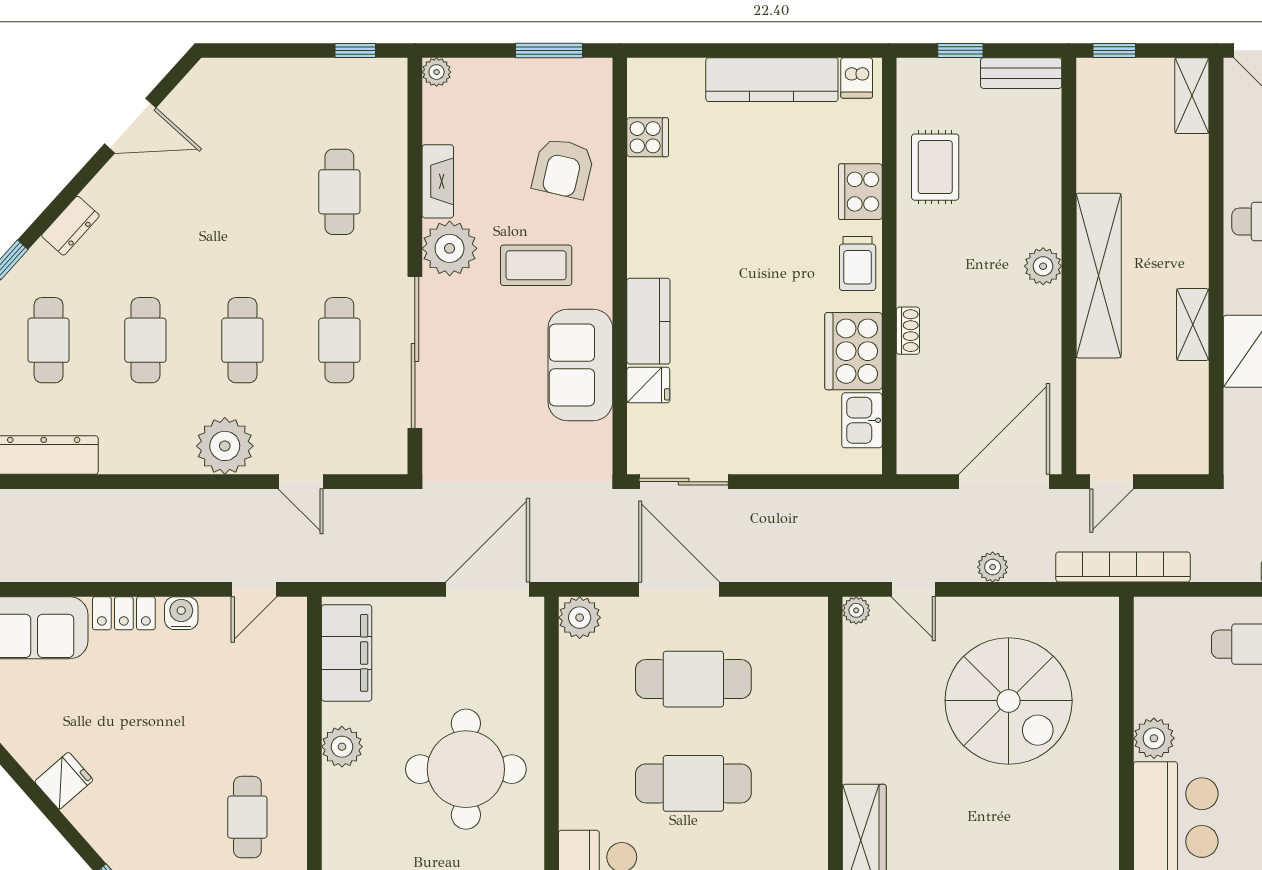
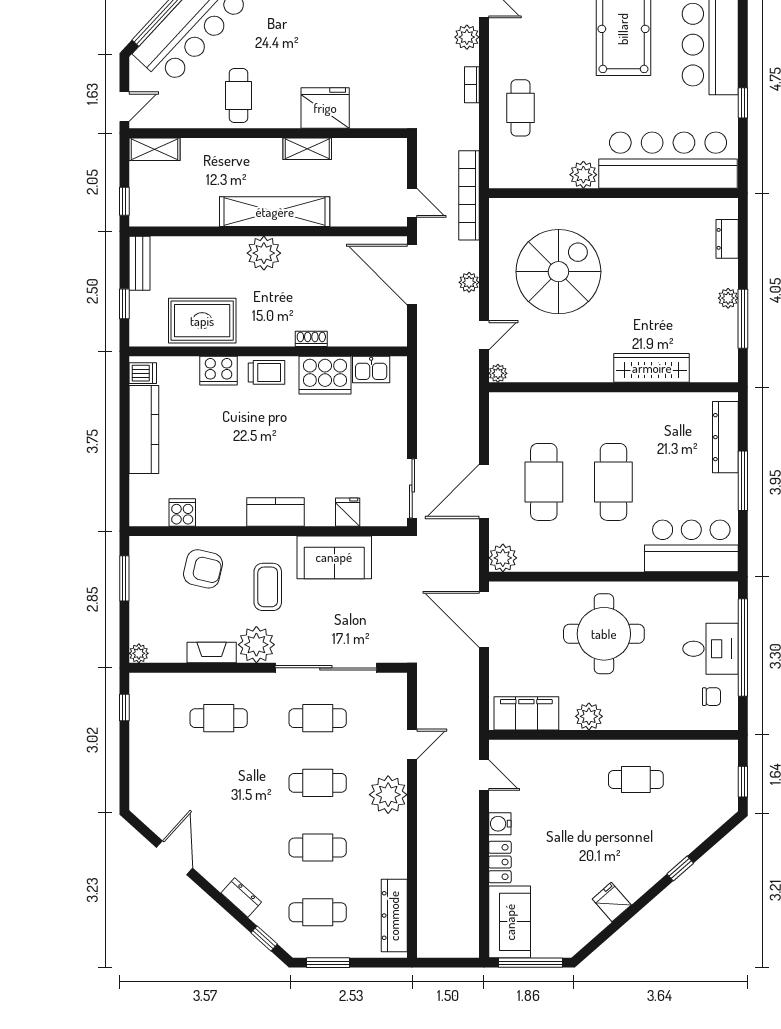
rug: (935, 167) -> (202, 321), width x1.36, depth x1.43
plant: (1043, 266) -> (264, 253), width x1.36, depth x1.36
kitchen counter: (648, 321) -> (276, 512), moved

